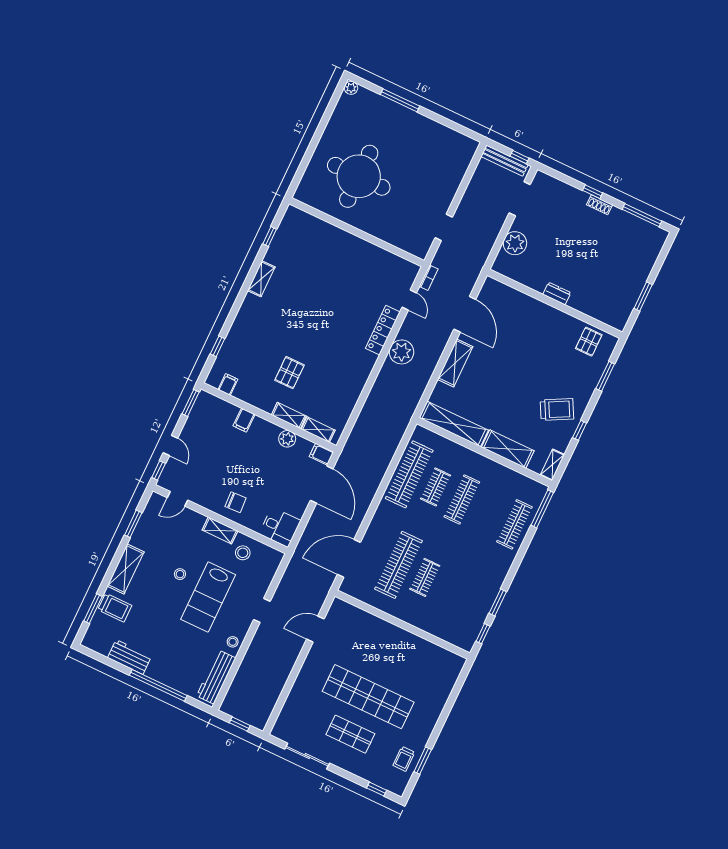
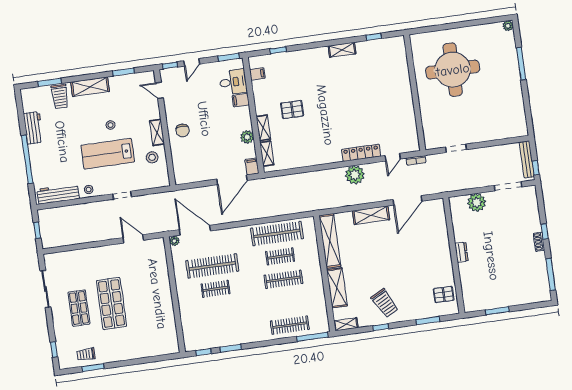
desk: (280, 527) -> (233, 82), moved, turned -90
plant: (346, 587) -> (174, 241), added
shop shelf: (368, 697) -> (112, 303), width x0.71

